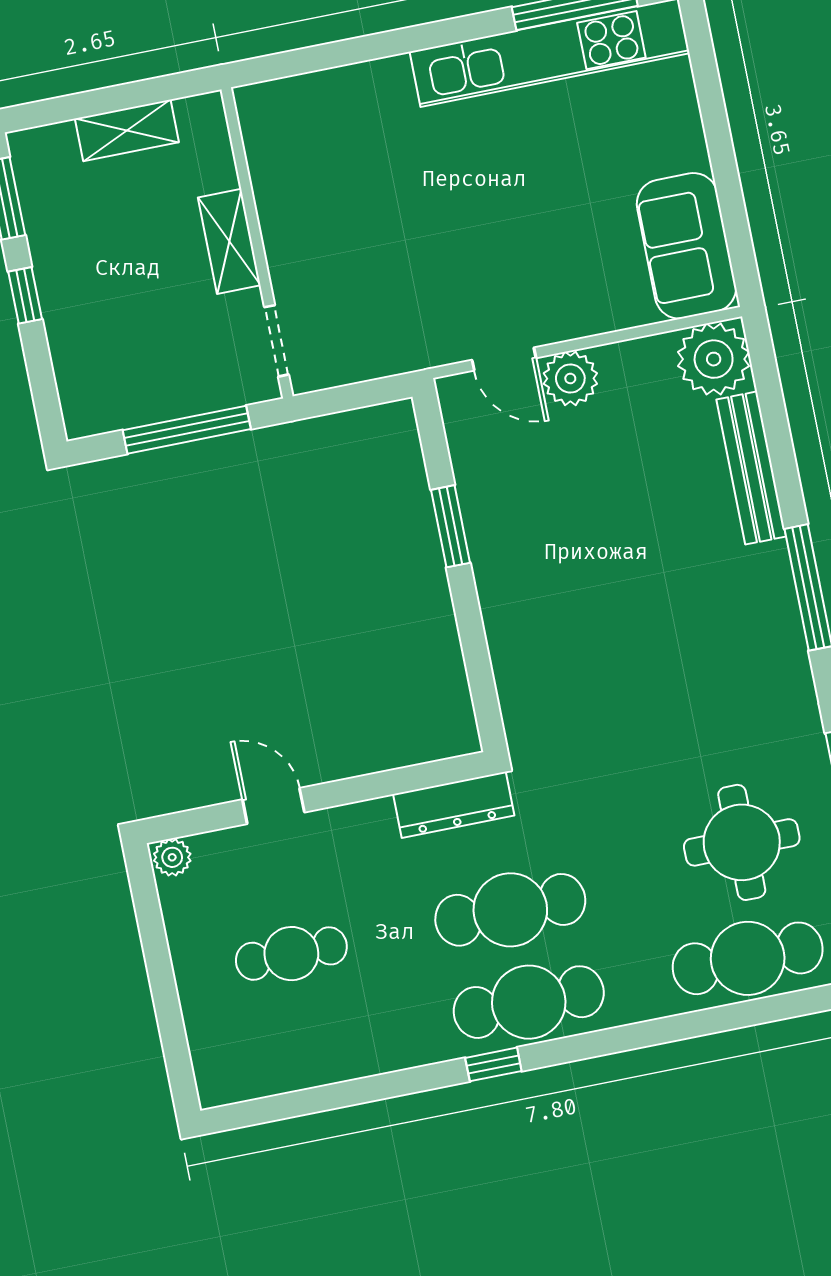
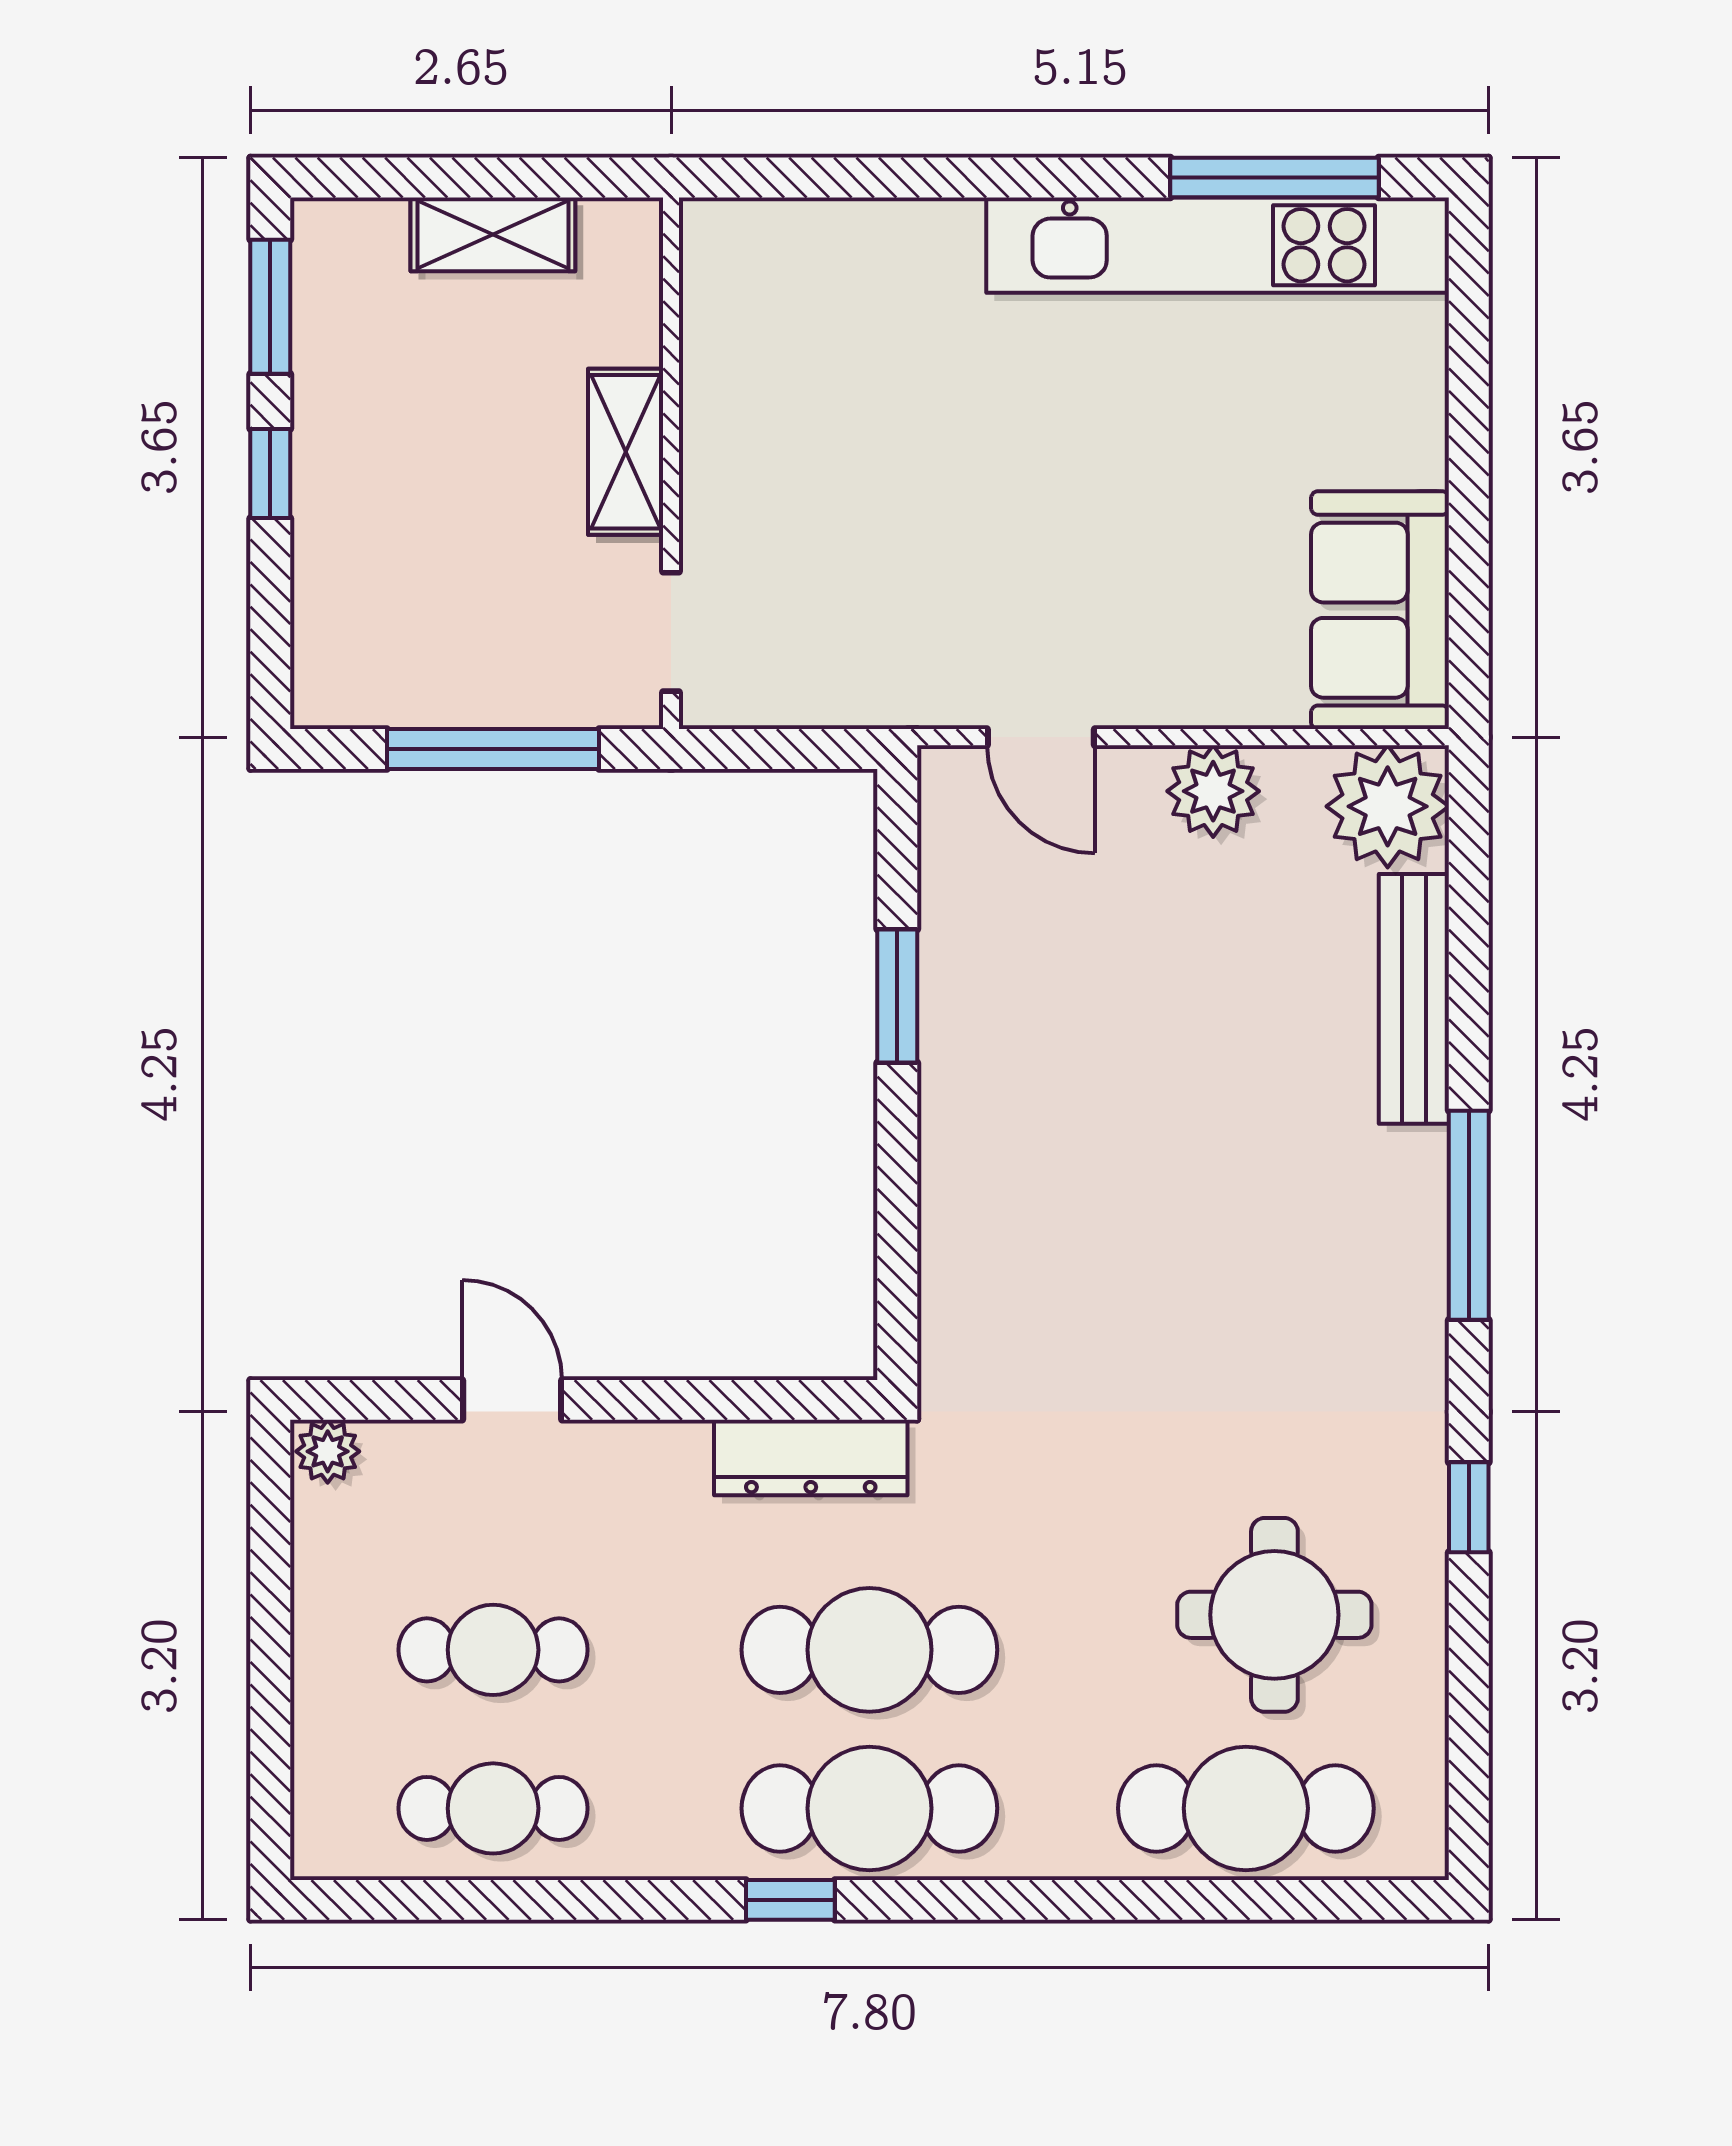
plant: (570, 378) -> (1213, 791), moved
cafe table: (310, 1046) -> (493, 1808), added

